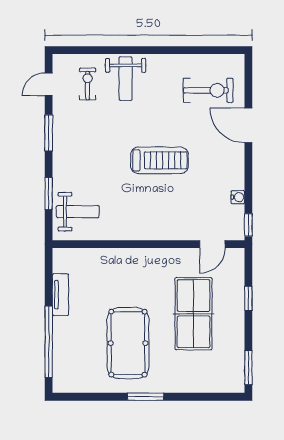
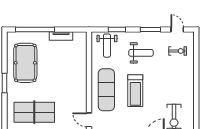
weight bench: (126, 79) -> (141, 53), moved, turned 180
exercise mat: (158, 213) -> (106, 90), added
table tennis table: (194, 314) -> (34, 112), moved
pool table: (128, 343) -> (25, 63), moved, turned 90

